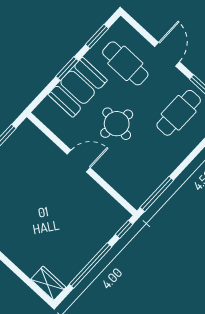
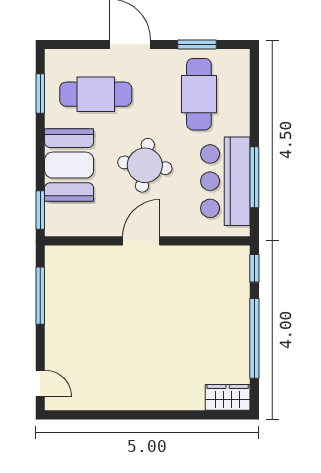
window: (67, 69) -> (40, 210), moved
bar counter: (151, 170) -> (225, 181), added
window: (157, 194) -> (254, 177), moved

